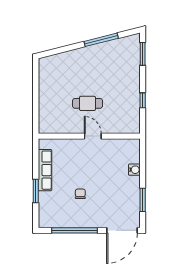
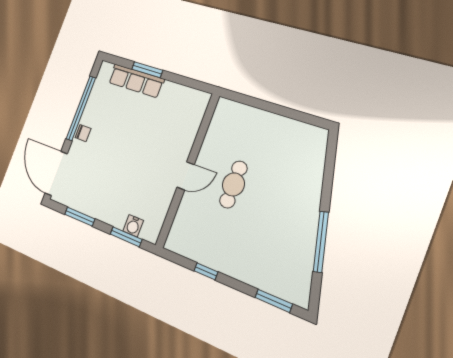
window: (143, 161) -> (126, 237), added
row of seats: (45, 170) -> (136, 81), moved
water cooler: (134, 170) -> (133, 226), moved
chair: (80, 194) -> (83, 133), moved

